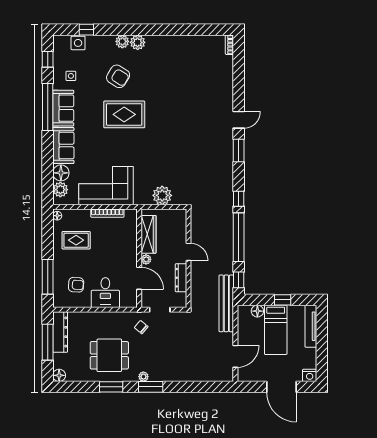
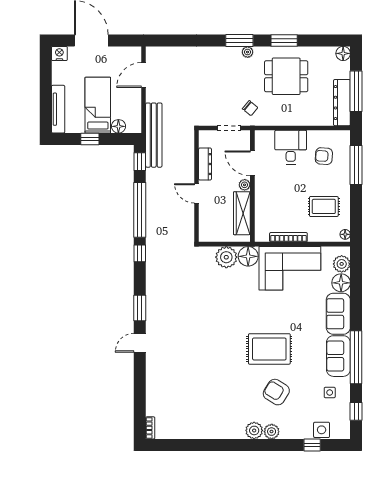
floor lamp: (143, 196) -> (248, 256), added

